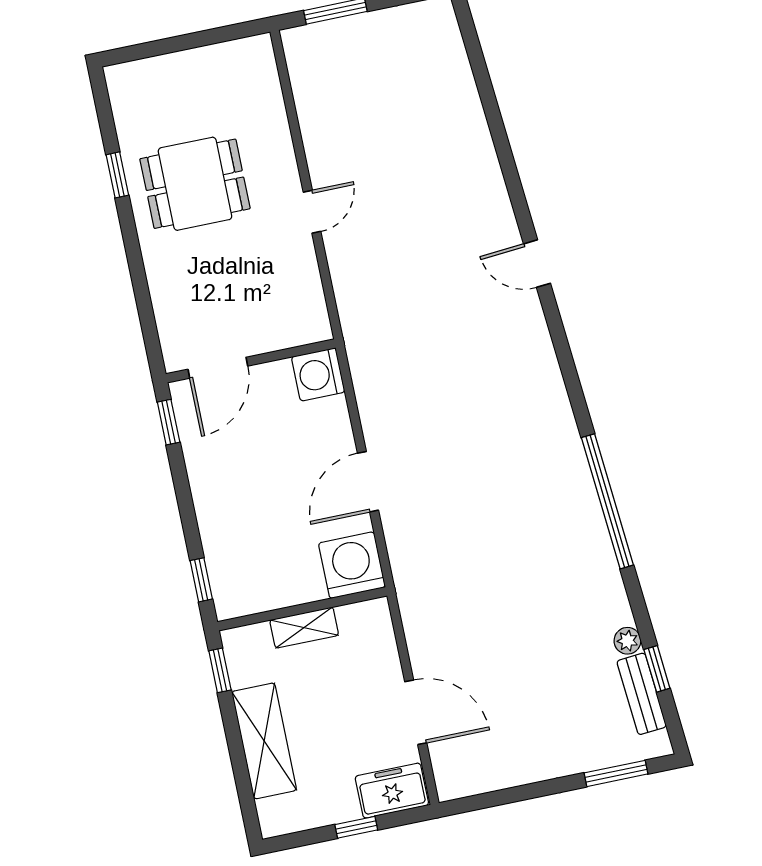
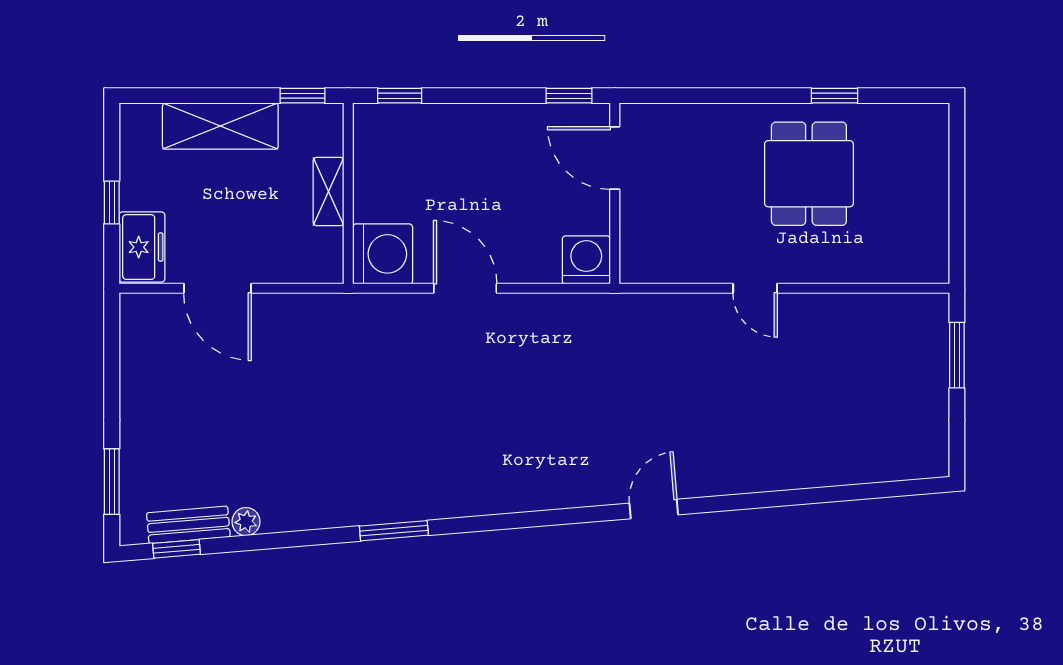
window: (607, 501) -> (394, 531), width x0.47
window: (657, 669) -> (176, 549), moved
door: (416, 712) -> (218, 288), hinge flipped

